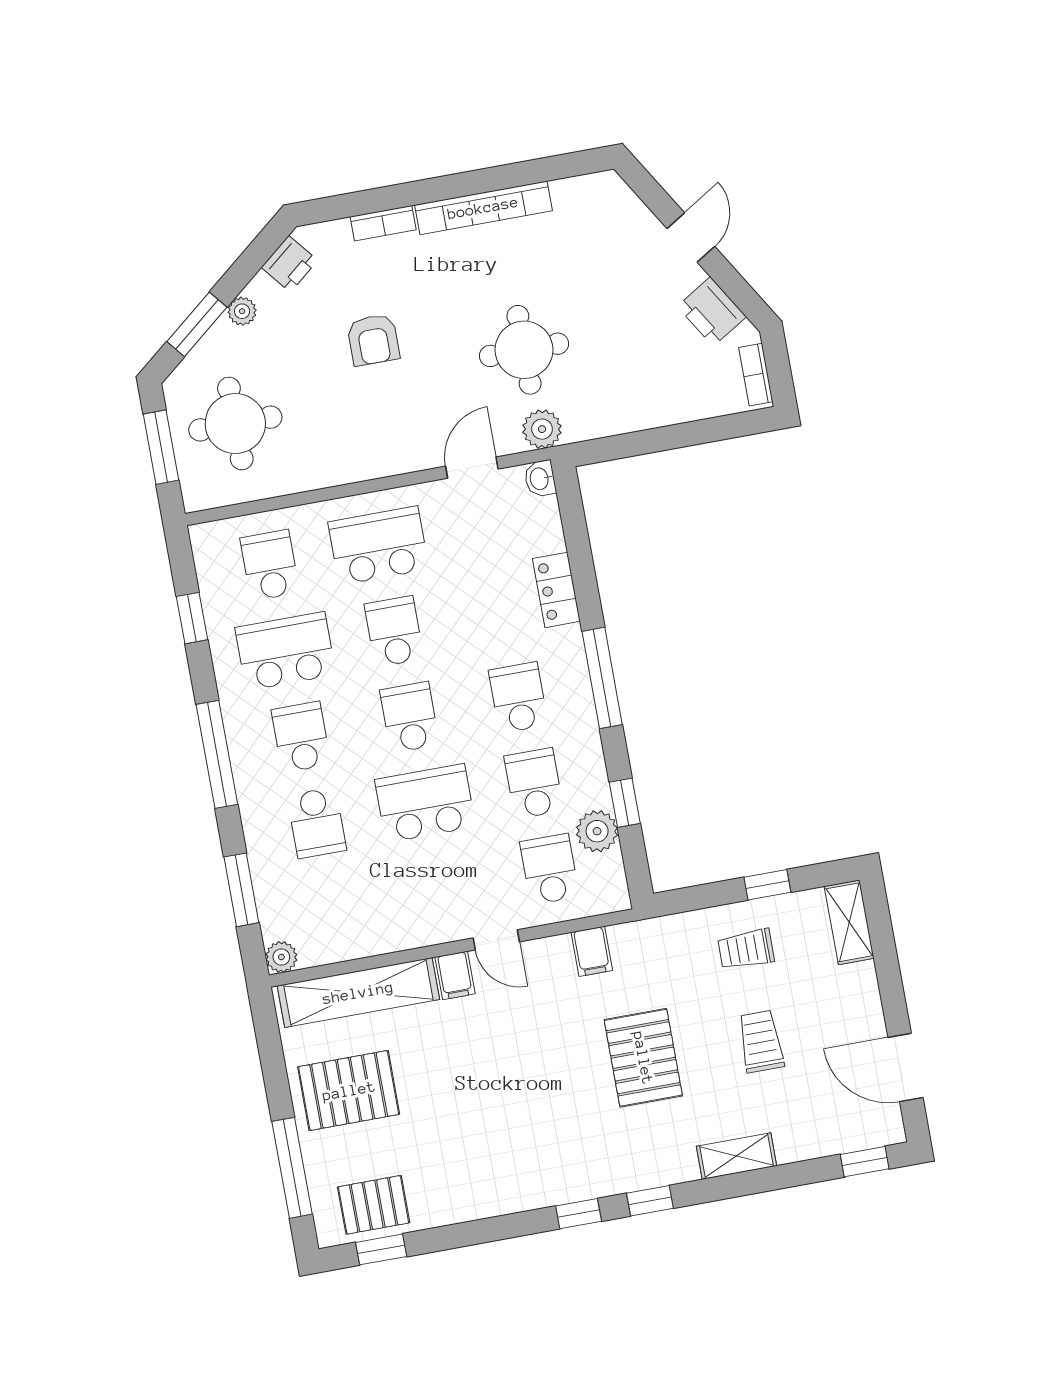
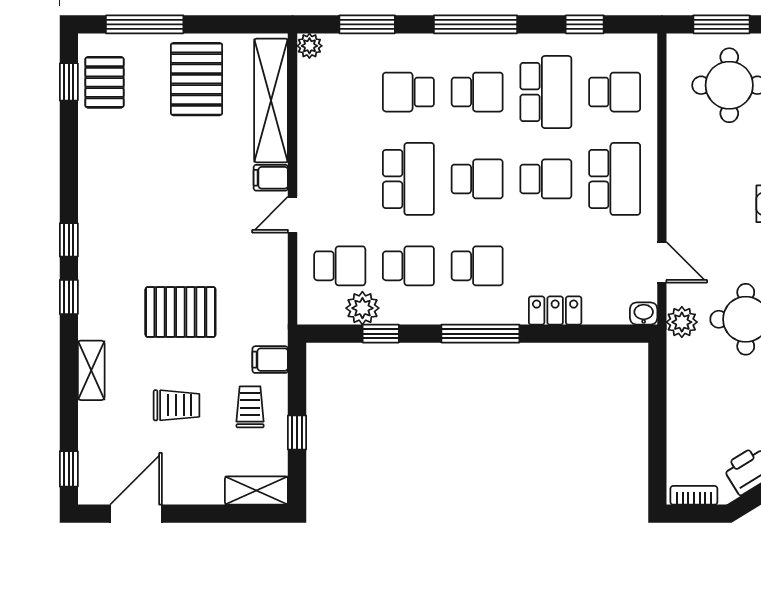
filing cabinet: (592, 951) -> (270, 360), moved

